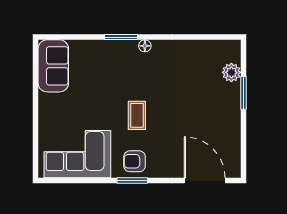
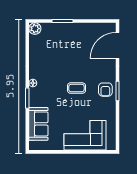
sofa: (53, 66) -> (38, 124), moved, turned 90
plant: (231, 72) -> (35, 29), moved
corner sofa: (77, 154) -> (85, 135), moved, turned 90

